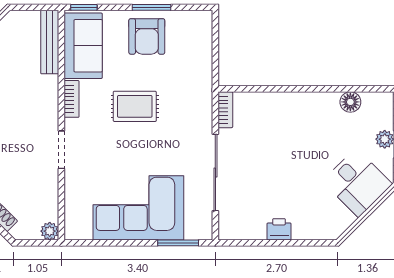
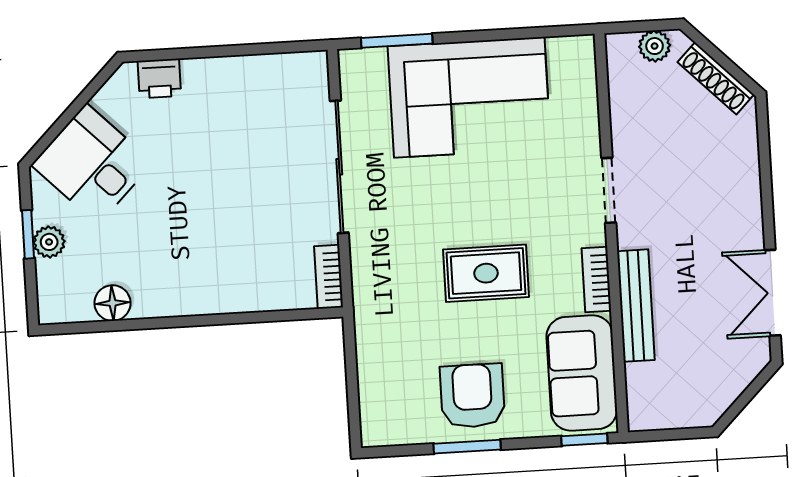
bench: (50, 42) -> (636, 306), moved
printer: (279, 229) -> (159, 79), moved
plant: (50, 231) -> (655, 46), moved

